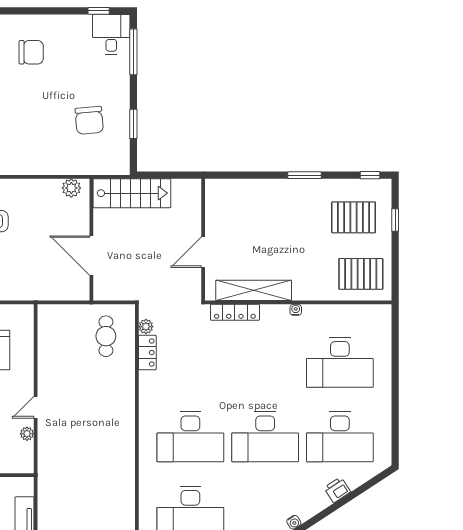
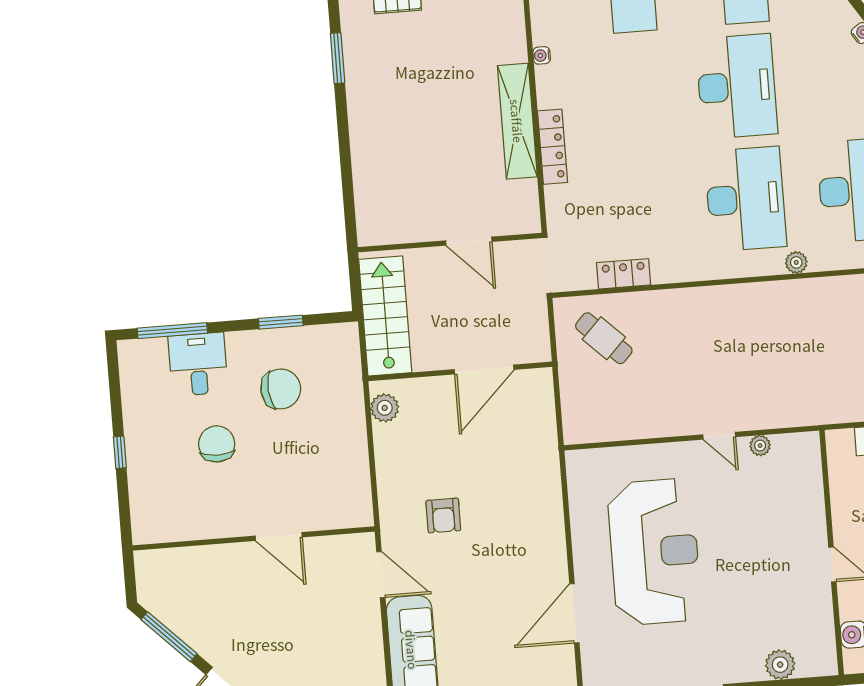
window: (99, 11) -> (120, 452), moved
desk: (111, 34) -> (198, 364), moved, turned 90
chair: (31, 52) -> (217, 444), moved
wall: (203, 240) -> (450, 243), moved
door: (203, 252) -> (469, 241), moved
plant: (146, 327) -> (796, 262), moved
cafe table: (106, 336) -> (604, 338), turned 44

